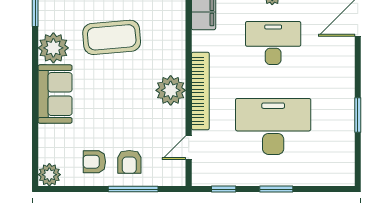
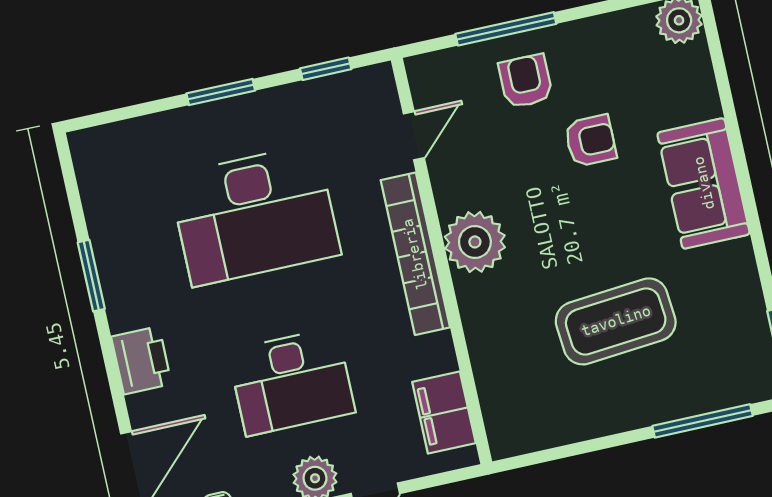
plant: (53, 48) -> (727, 275), removed
printer: (343, 69) -> (141, 360), added
armchair: (94, 162) -> (591, 141), moved

